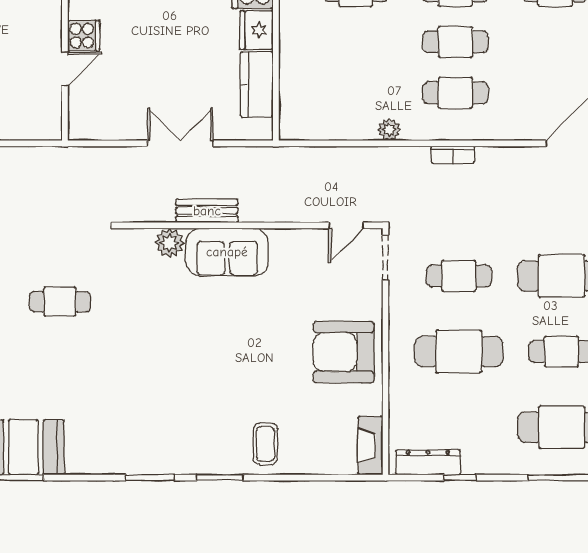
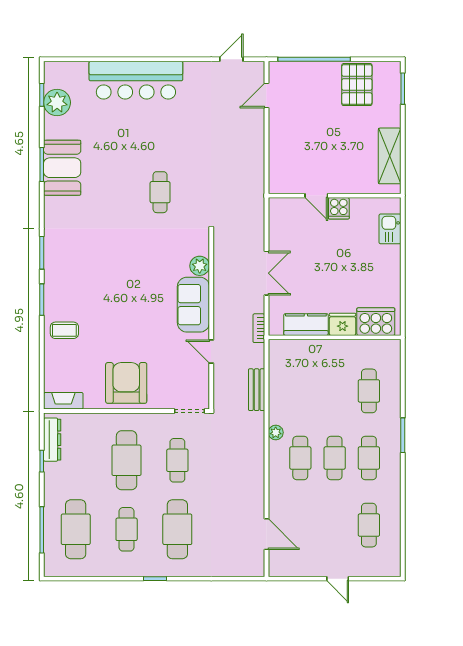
plant: (389, 130) -> (276, 432), moved
bookcase: (453, 155) -> (259, 328), moved
bench: (207, 211) -> (257, 390), moved
door: (346, 225) -> (211, 352), moved

